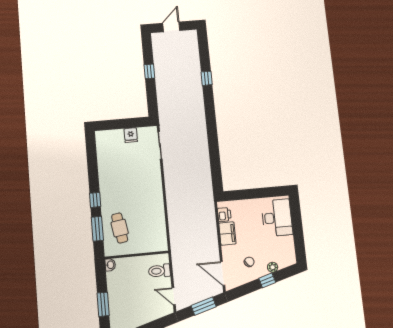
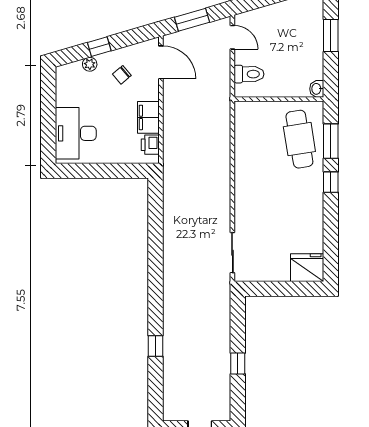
fridge: (131, 135) -> (307, 268), moved, width x1.88, depth x1.34
cafe table: (120, 228) -> (299, 139), width x1.37, depth x1.35

